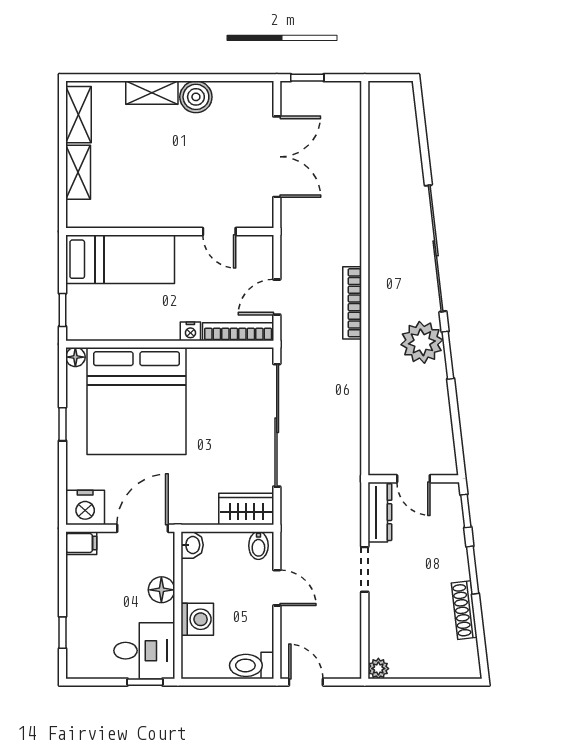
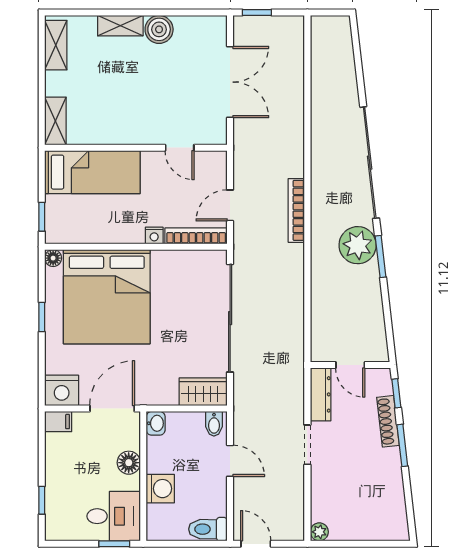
shelving: (78, 172) -> (55, 121), moved
shoe rack: (464, 610) -> (388, 421), moved

